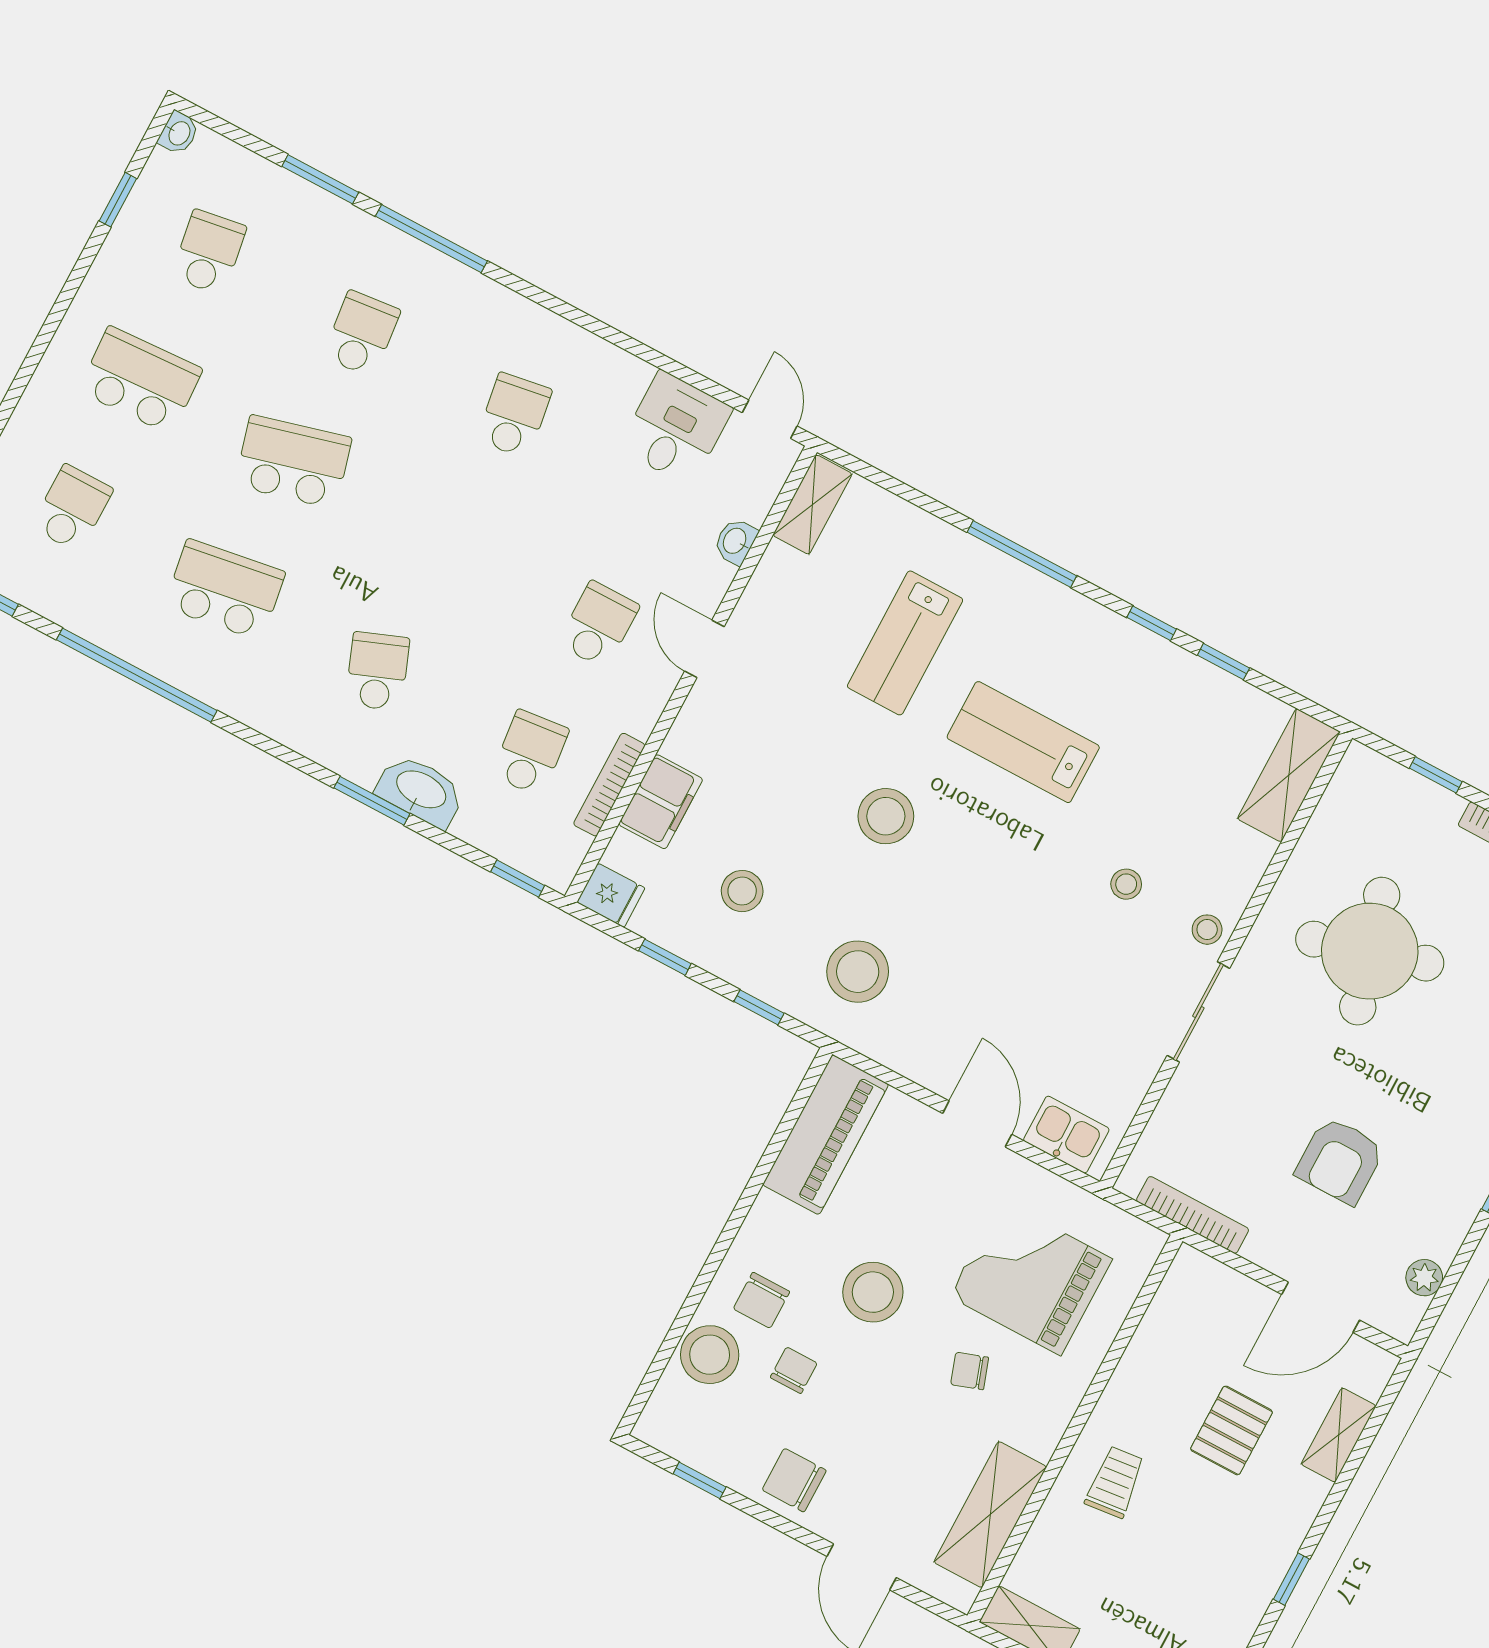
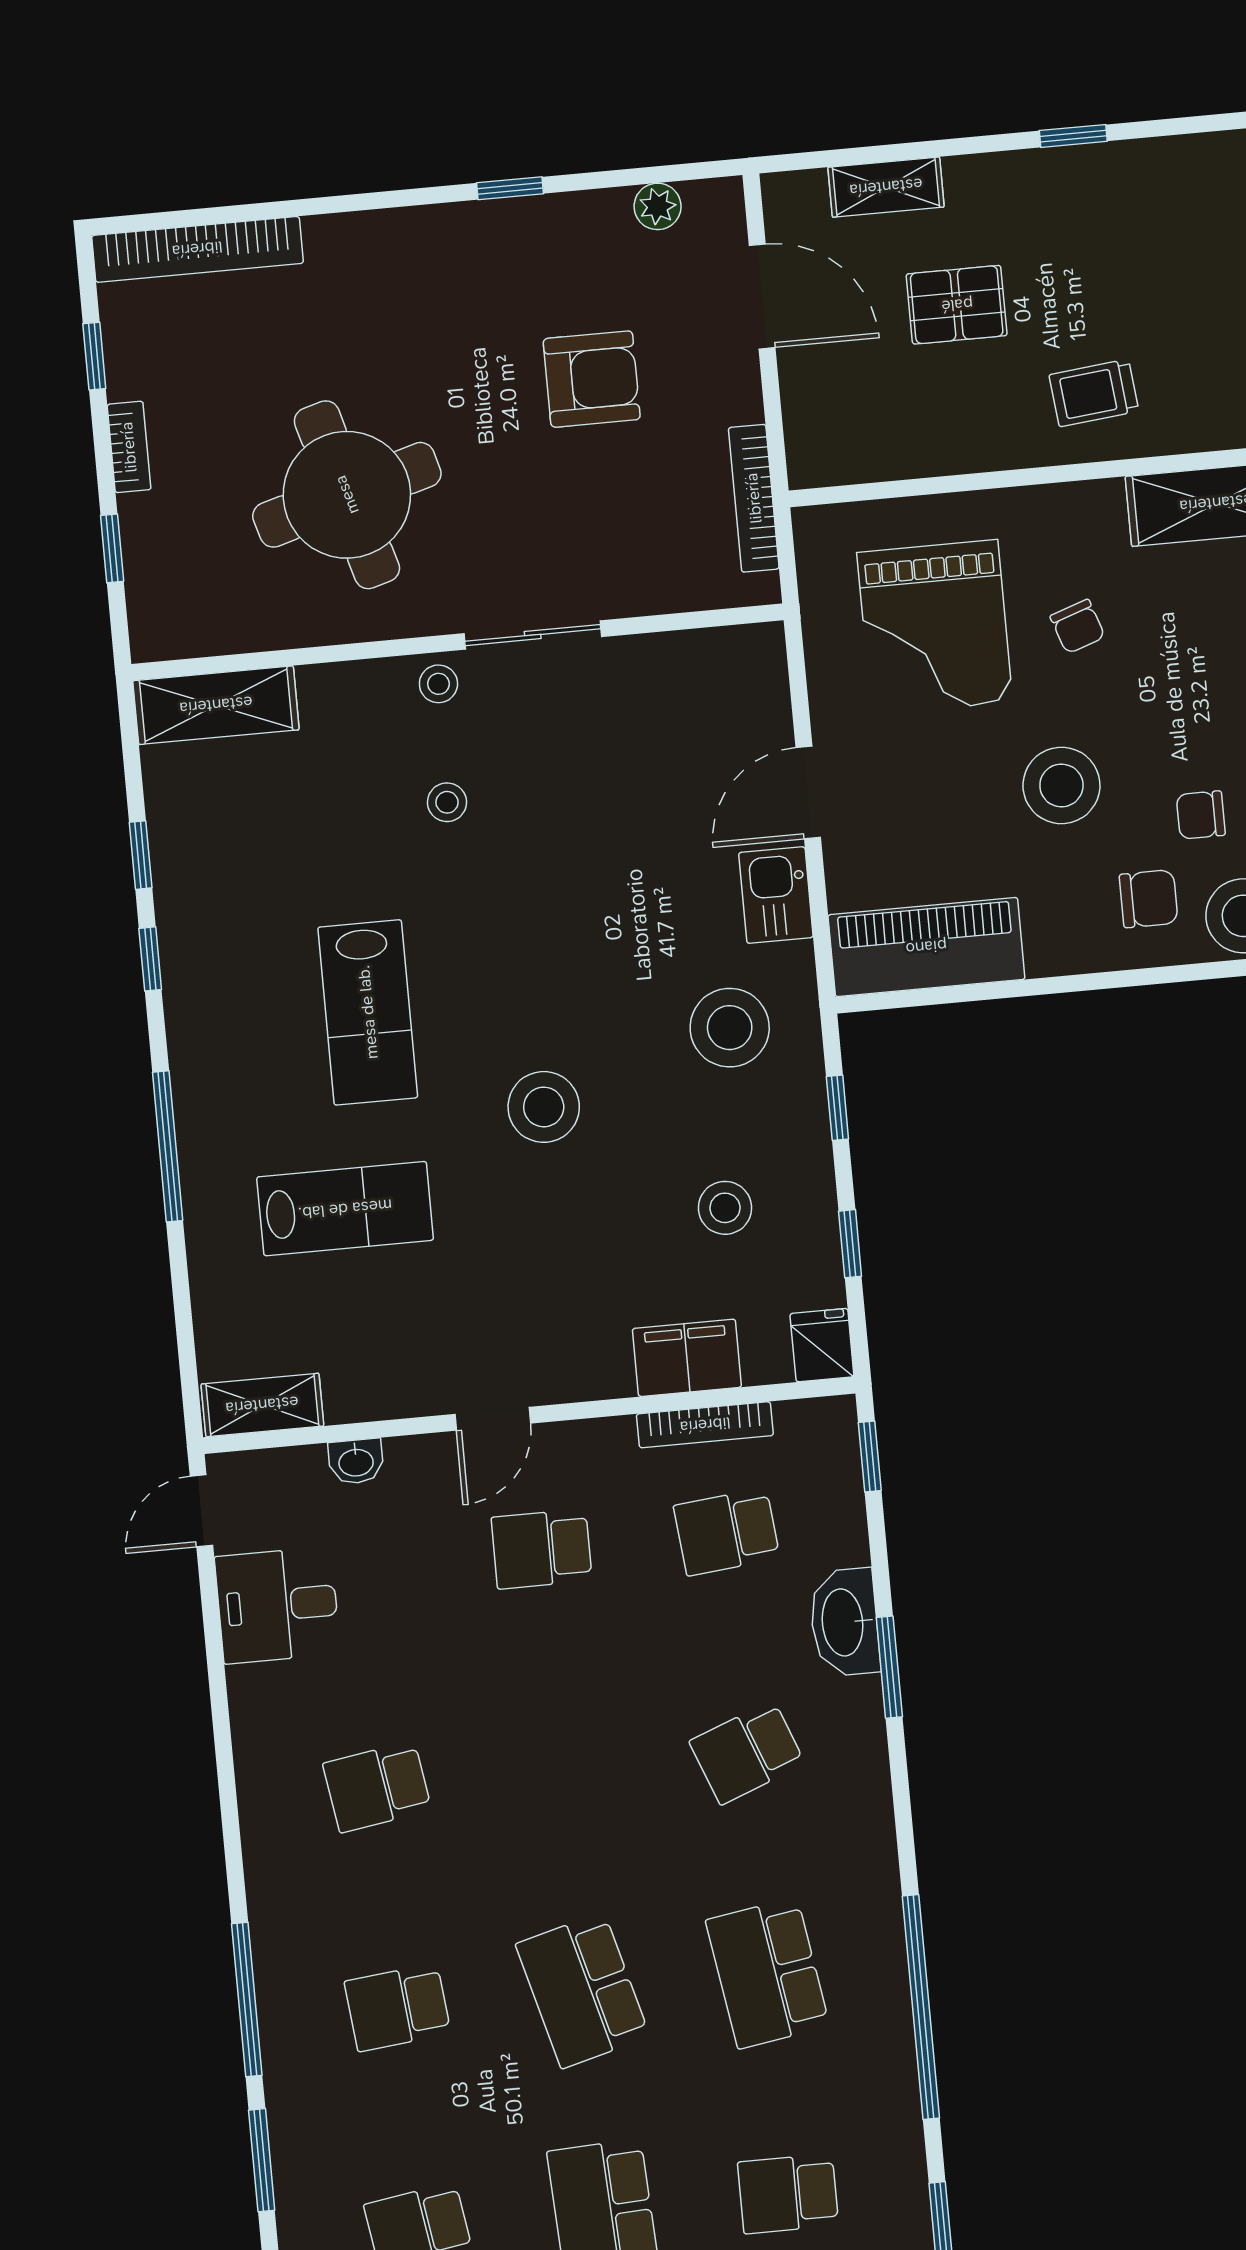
kitchen sink: (1066, 1135) -> (776, 895), moved

